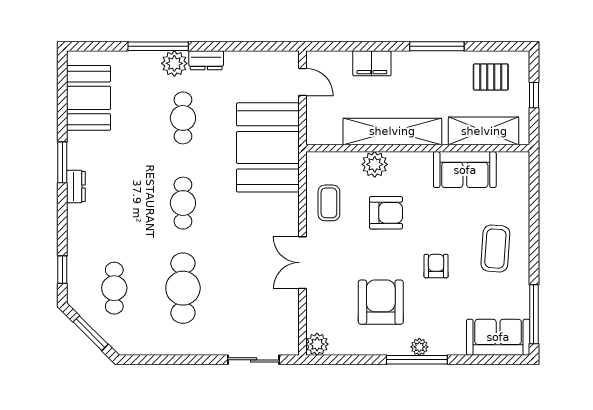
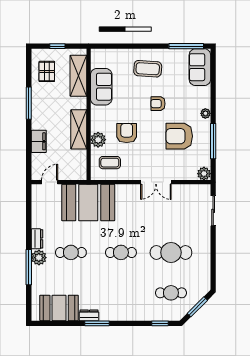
shelving: (392, 131) -> (79, 129), width x0.68
dresser: (76, 186) -> (89, 315), moved
coffee table: (329, 203) -> (110, 163), moved
window: (417, 360) -> (213, 141), moved

